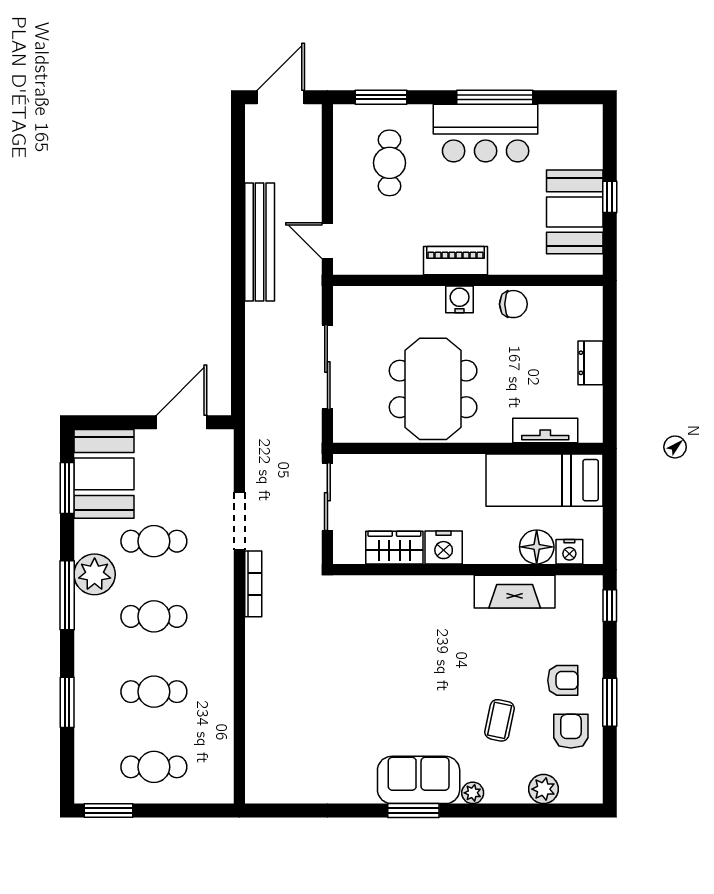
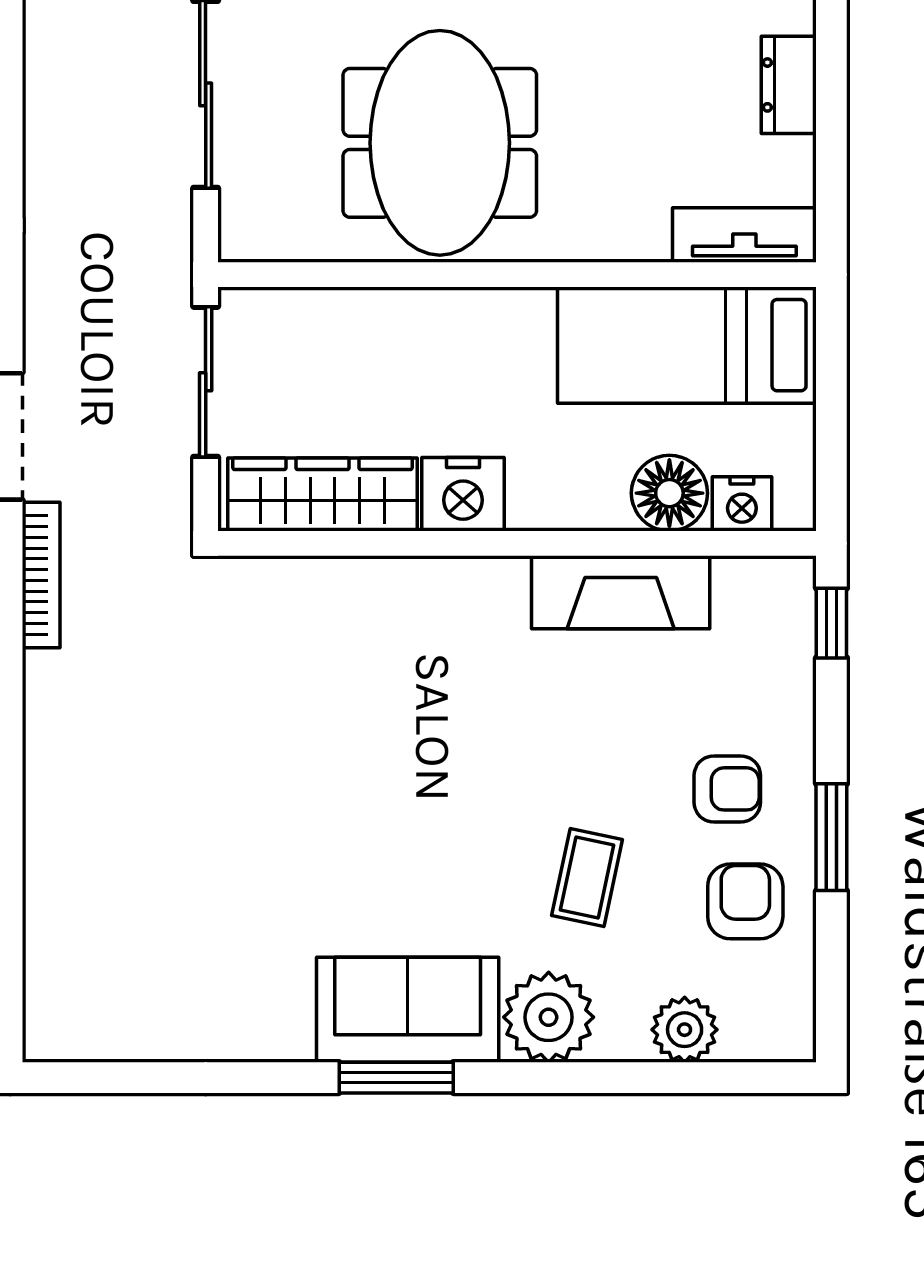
tv unit: (545, 430) -> (744, 235), moved
wardrobe: (394, 548) -> (322, 495), width x1.50
plant: (473, 793) -> (549, 1017), width x1.88, depth x1.88

